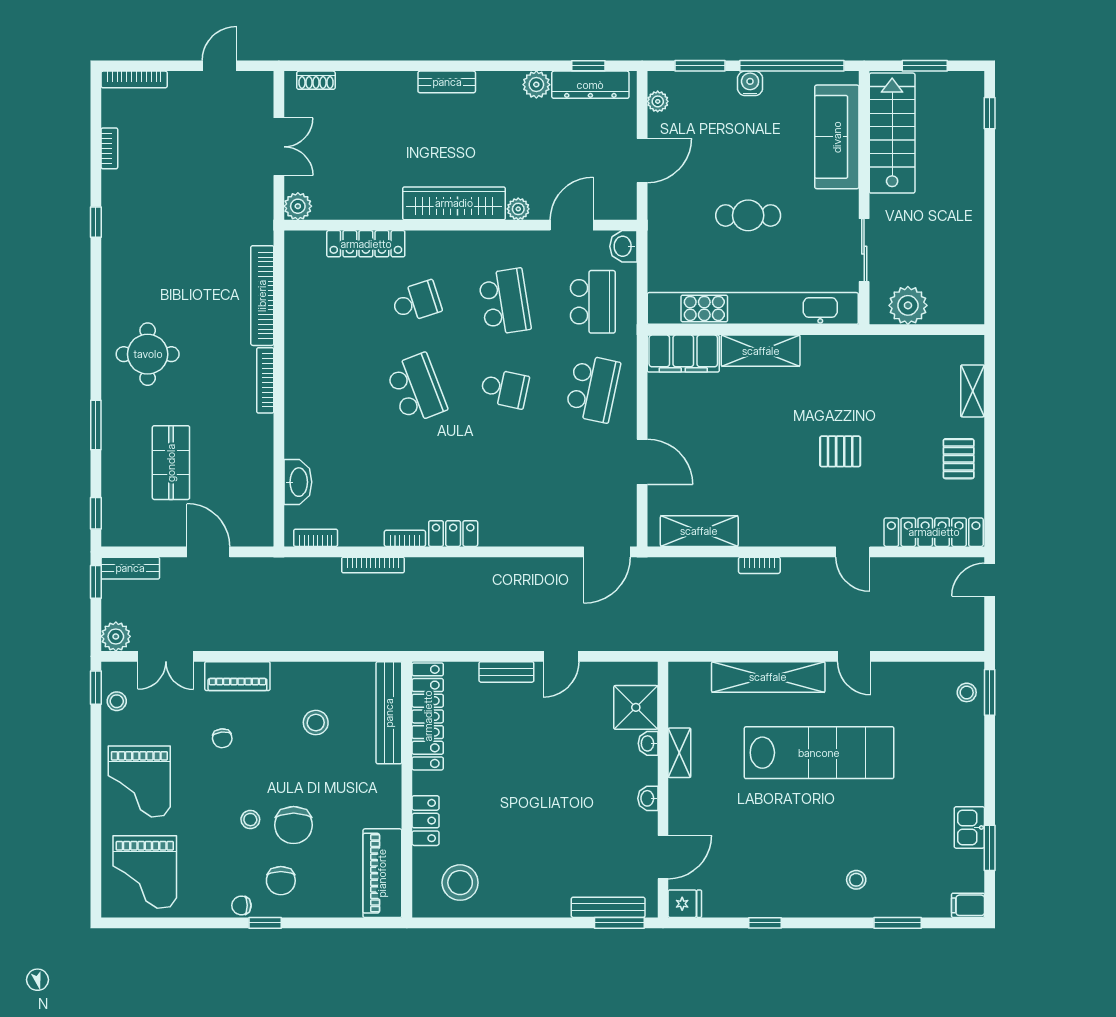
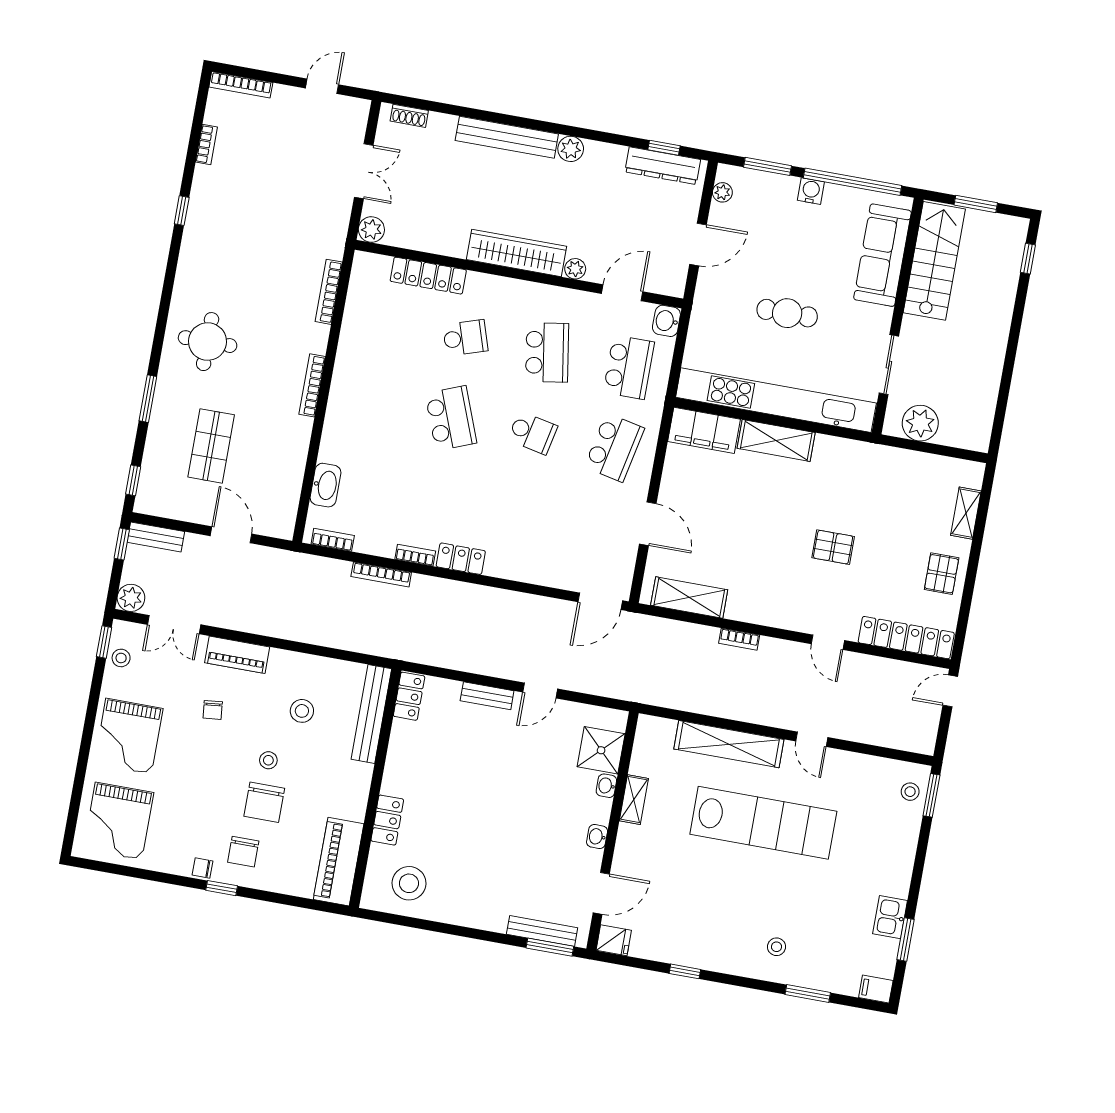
bench: (447, 82) -> (507, 137), width x1.86, depth x1.21
plant: (536, 85) -> (571, 149), moved
bookcase: (262, 296) -> (329, 292), width x0.68, depth x0.76
locker: (428, 716) -> (409, 696), width x0.46, depth x0.83
stool: (250, 820) -> (268, 760), moved

